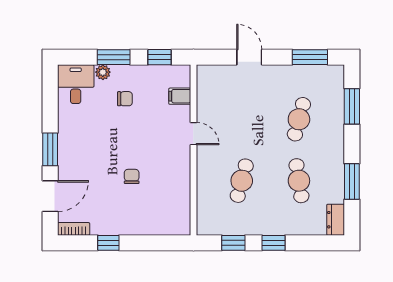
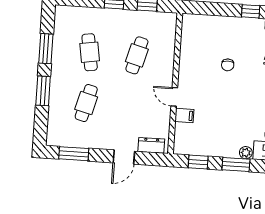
door: (249, 57) -> (124, 157), hinge flipped
filing cabinet: (180, 96) -> (184, 115), moved
chair: (125, 99) -> (229, 130), removed
window: (352, 106) -> (43, 91), moved
dresser: (336, 220) -> (151, 145), moved, turned -90

